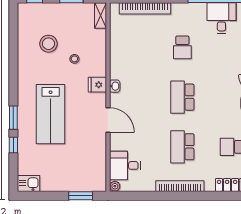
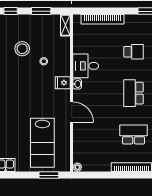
school desk: (182, 47) -> (133, 52), turned -90
lab bench: (51, 114) -> (42, 143), moved
school desk: (182, 147) -> (133, 134), turned 90
desk: (125, 165) -> (86, 66), moved

